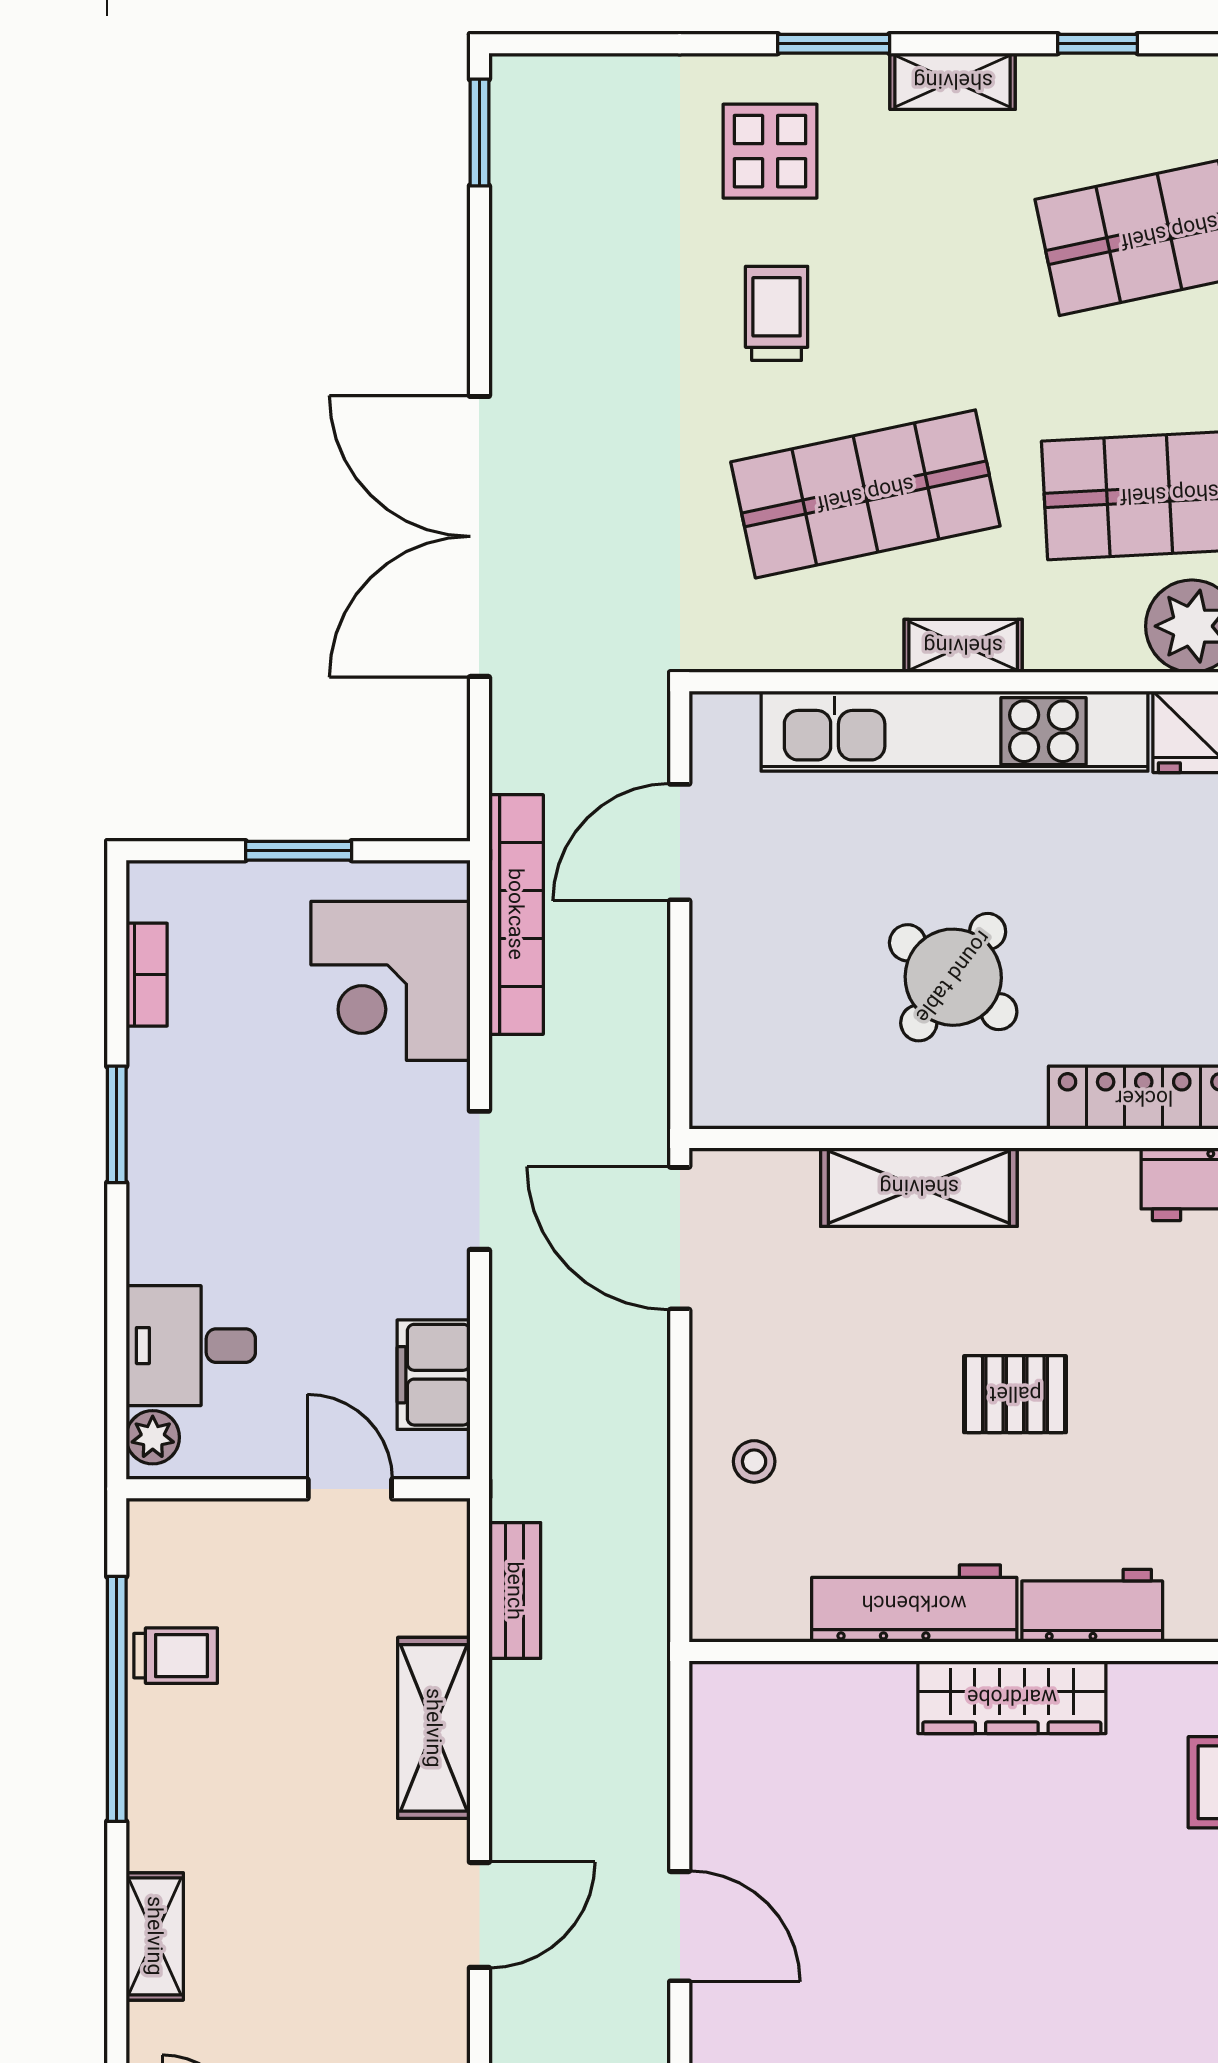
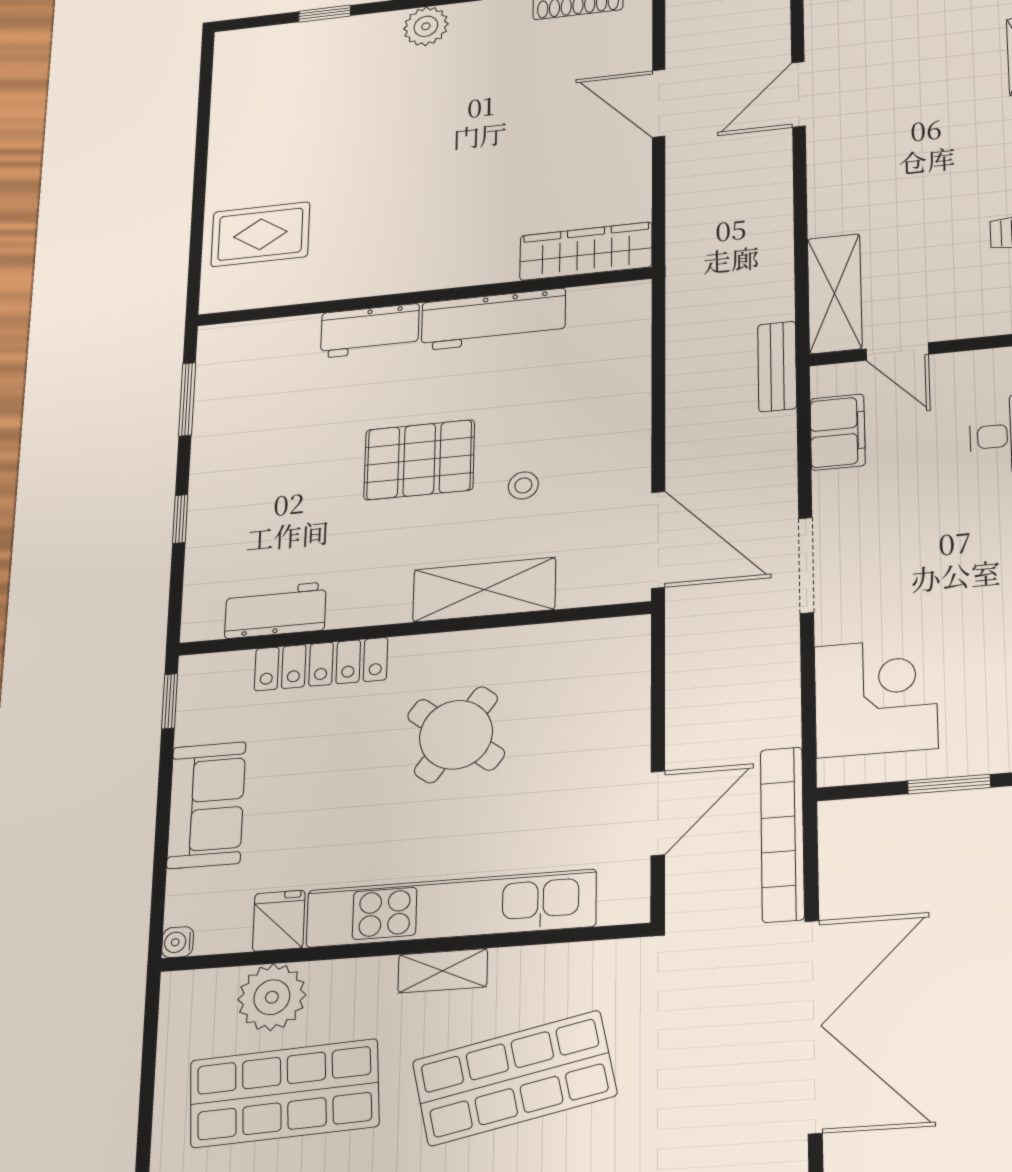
bookcase: (516, 914) -> (782, 834), moved
pallet: (1015, 1394) -> (419, 460), width x1.50, depth x1.42
stool: (754, 1461) -> (523, 485), moved
bench: (515, 1591) -> (777, 366), moved
wardrobe: (1012, 1697) -> (586, 251), moved
shelving: (434, 1728) -> (835, 294), moved

